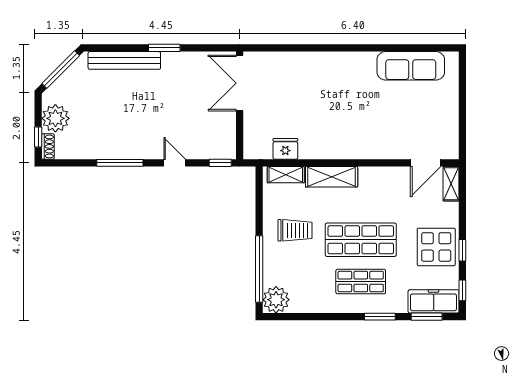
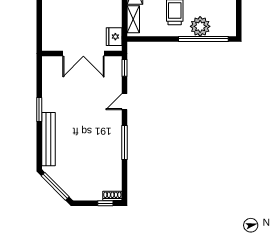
double door: (240, 83) -> (83, 53), moved
plant: (55, 118) -> (91, 190), removed
fridge: (285, 149) -> (114, 37), moved
plant: (276, 300) -> (200, 26), moved

